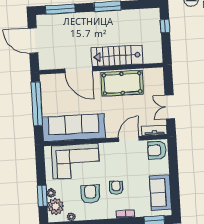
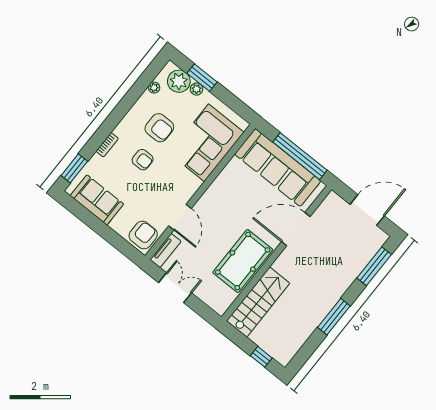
stairs: (117, 56) -> (258, 302), moved
sofa: (74, 128) -> (278, 168), moved, turned 90

